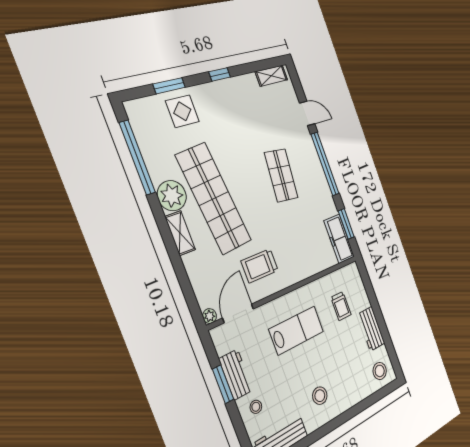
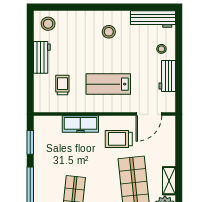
freezer: (339, 239) -> (80, 124), moved, turned 90
trolley: (260, 266) -> (119, 139), turned 180
plant: (210, 316) -> (170, 121), removed
window: (223, 384) -> (179, 74), removed

